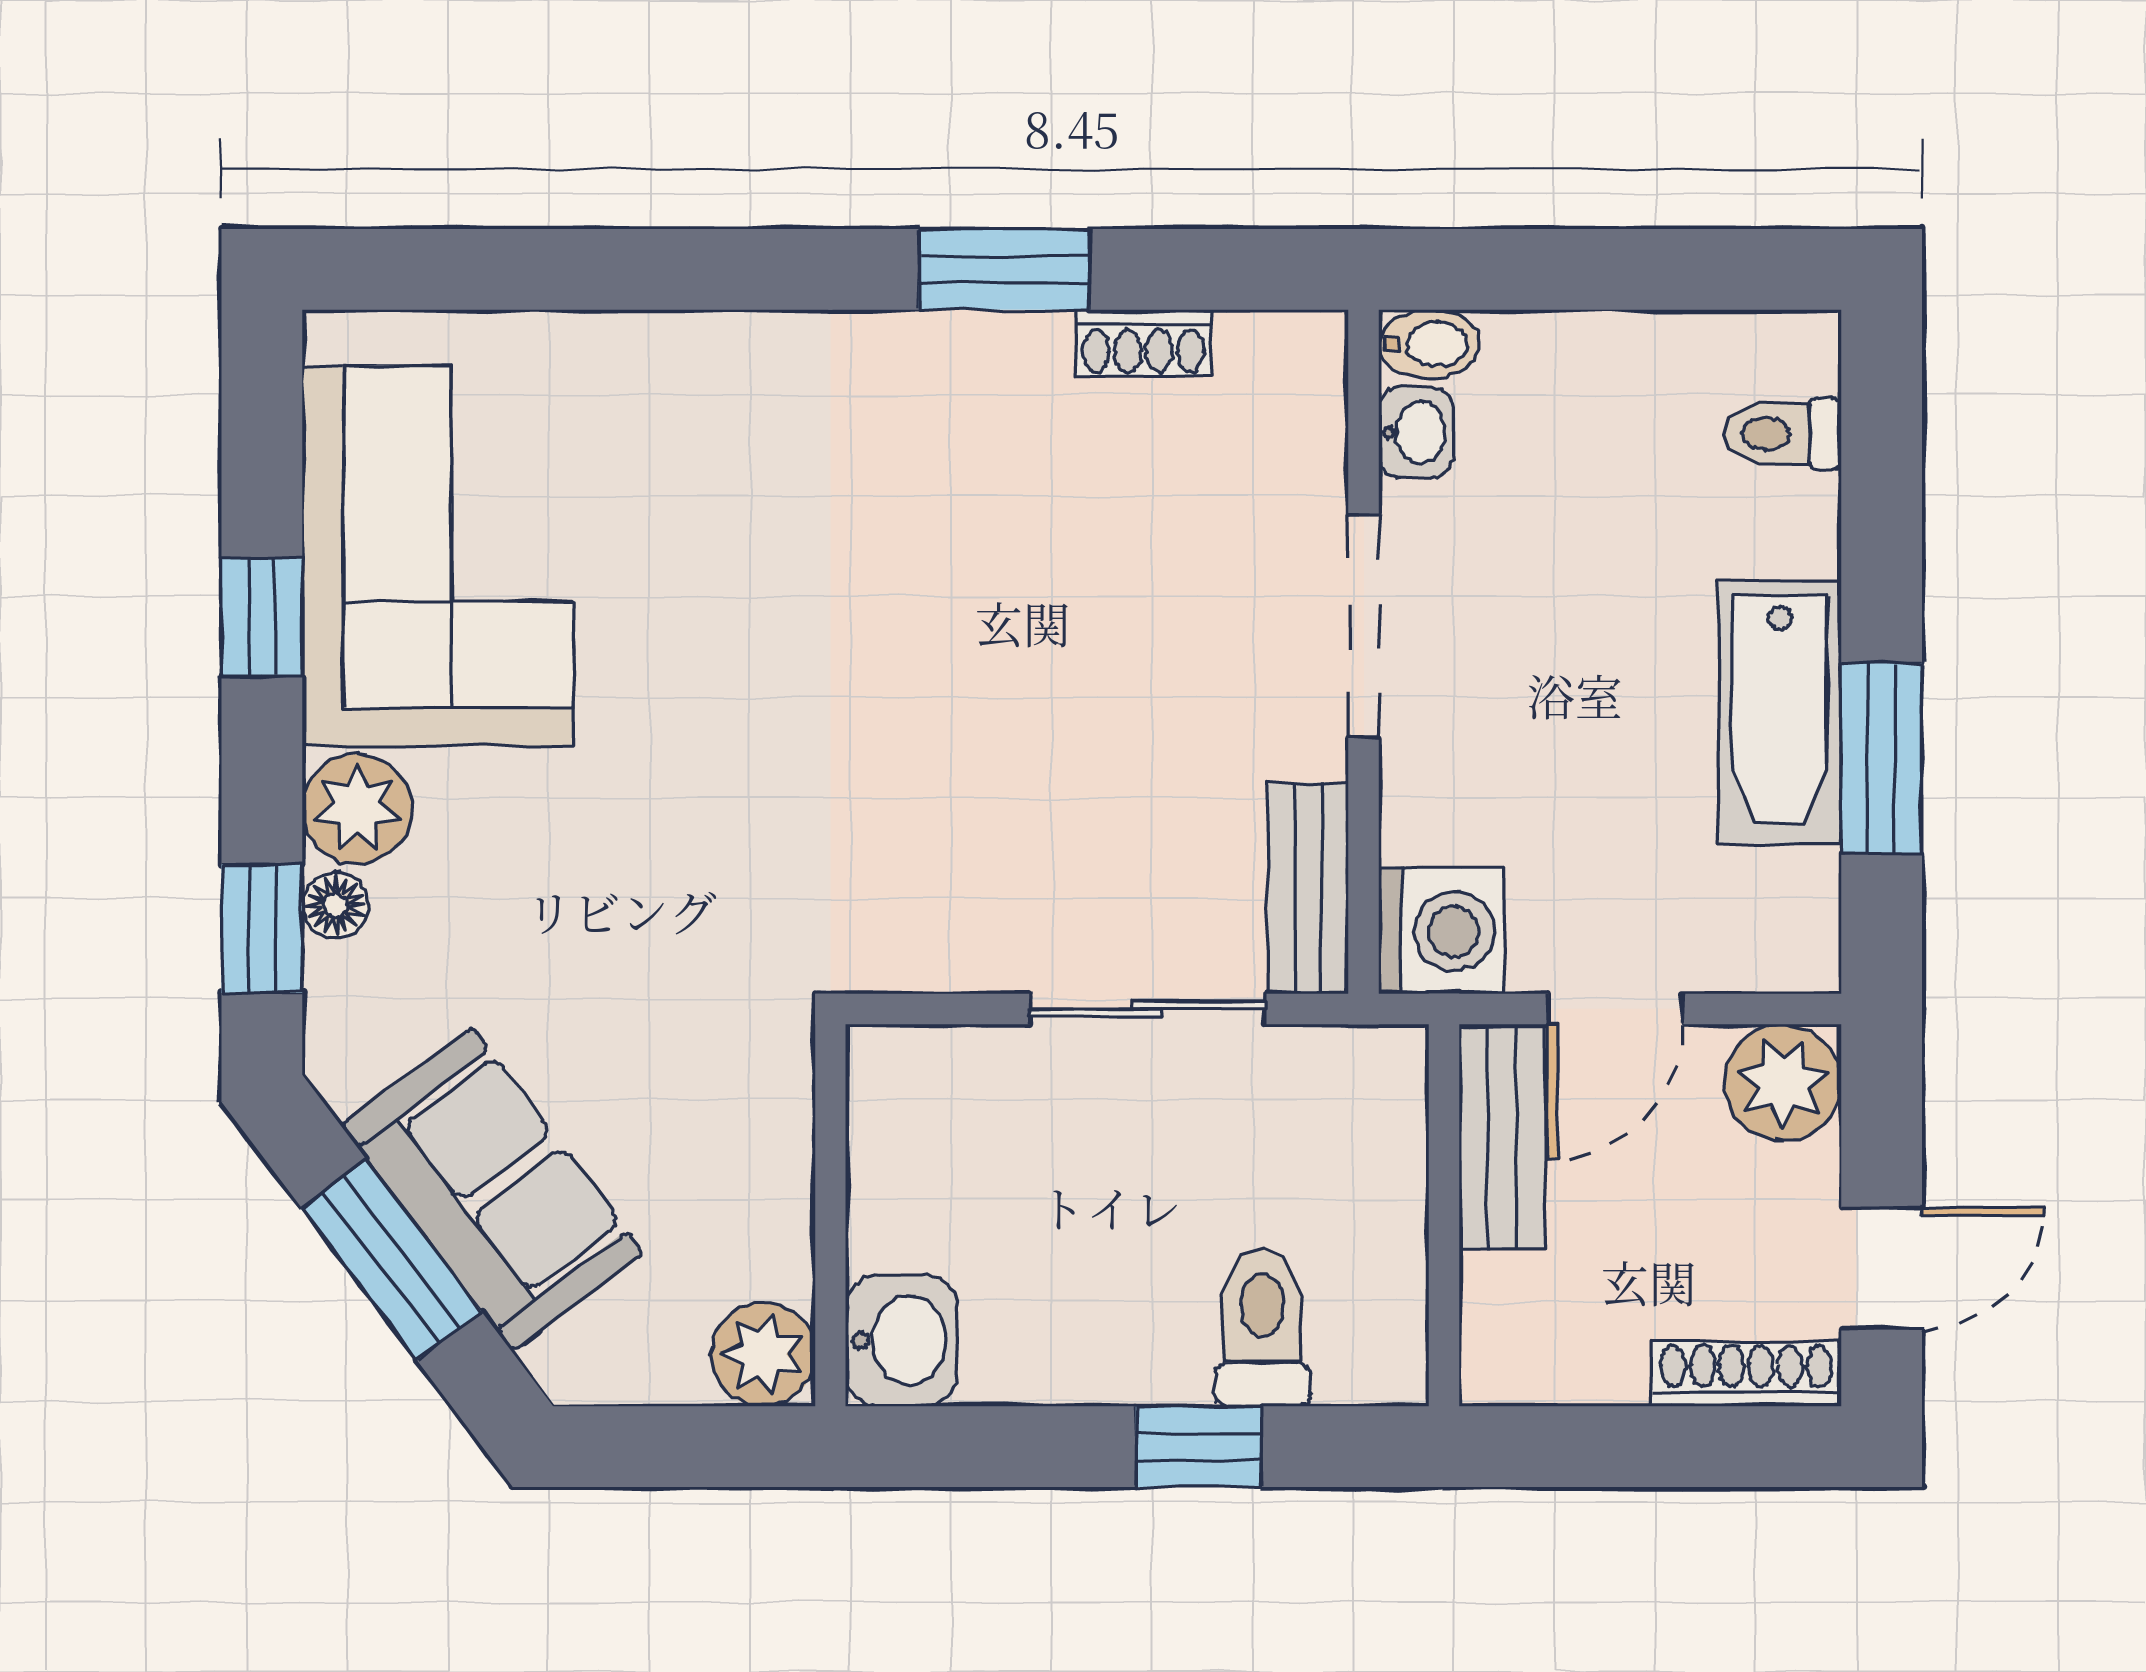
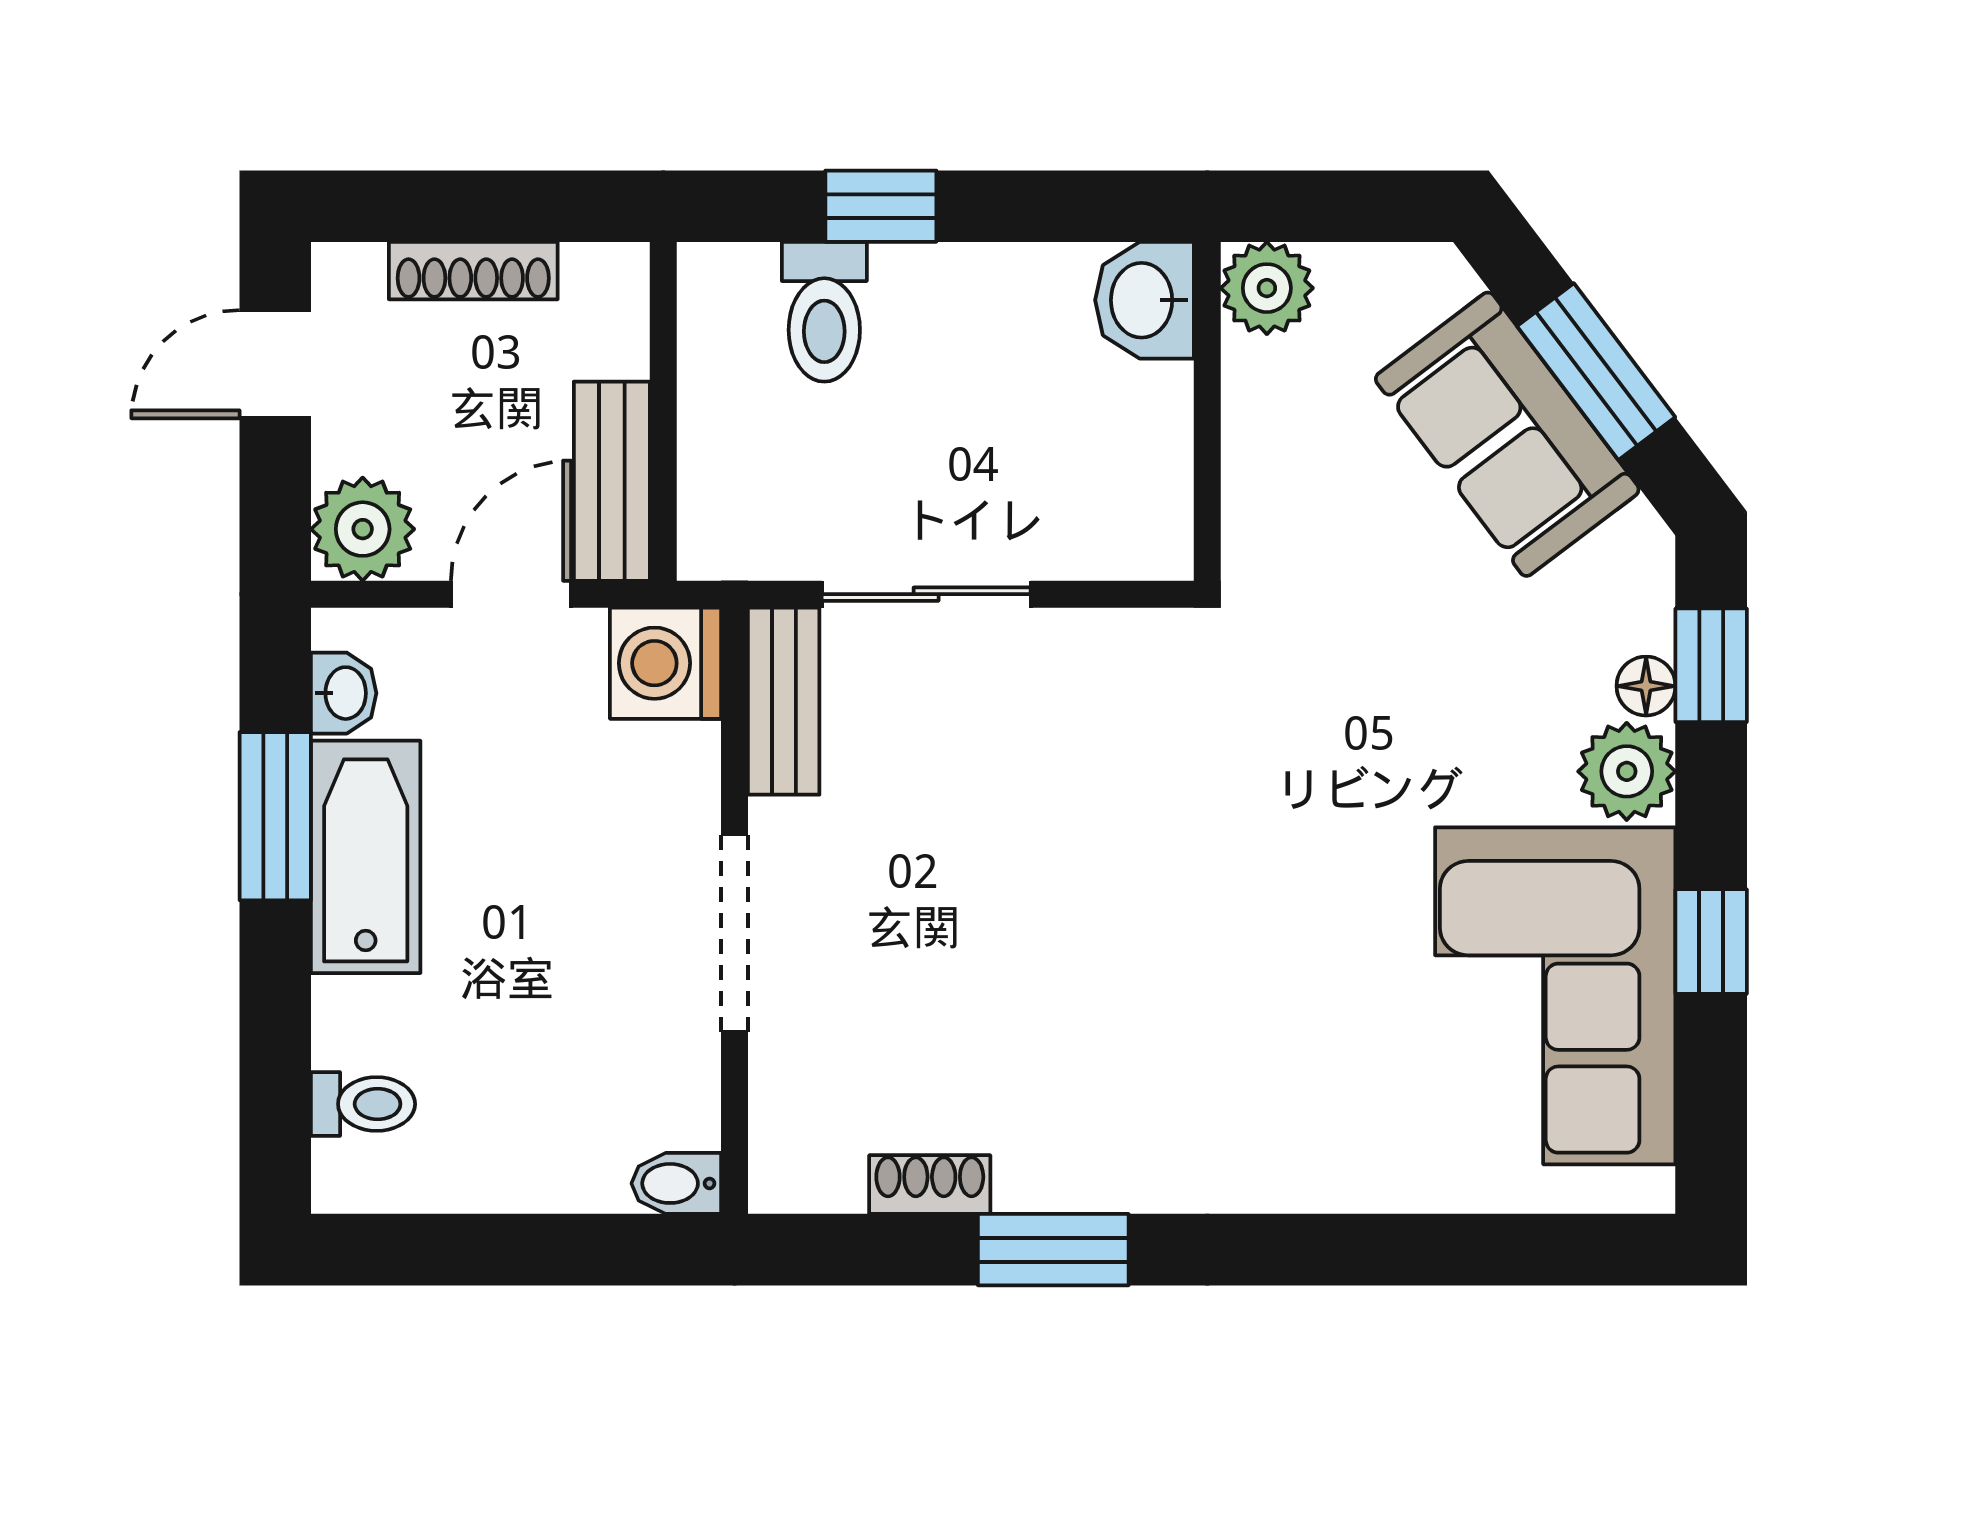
washbasin: (1416, 432) -> (344, 693), moved, turned 180
shoe rack: (1746, 1374) -> (473, 271), moved

